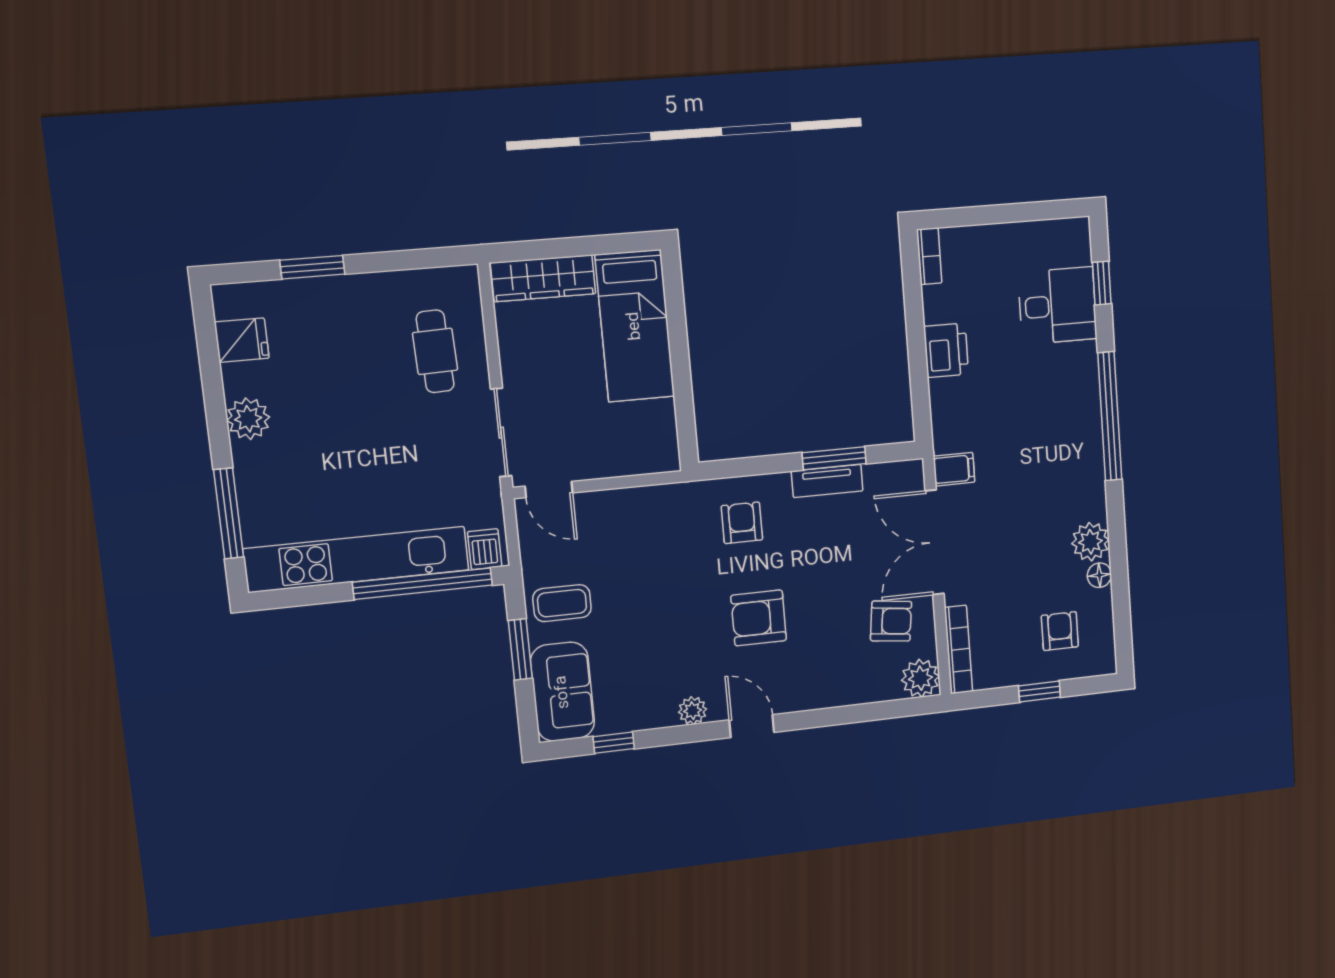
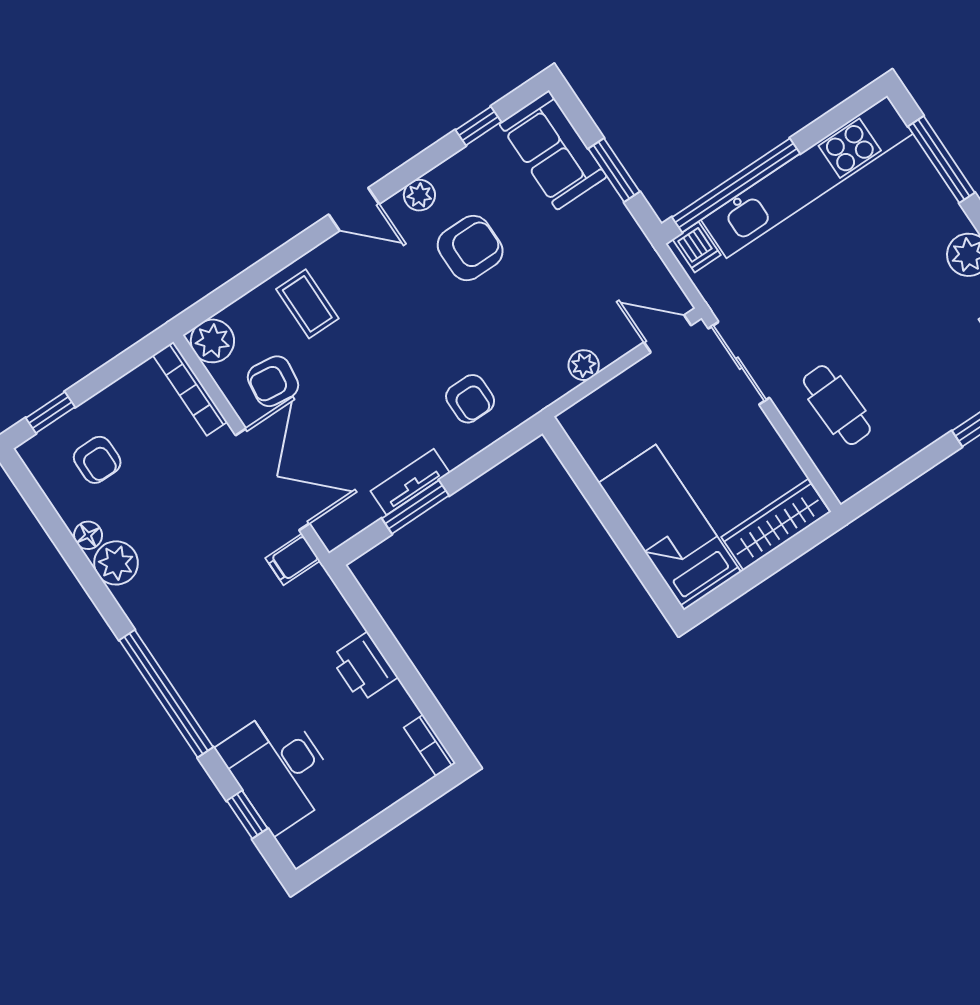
desk: (1057, 306) -> (279, 769), width x1.37
plant: (633, 501) -> (584, 365), added
coffee table: (562, 603) -> (307, 304), moved, turned 90
armchair: (759, 618) -> (470, 248), moved
window: (1039, 691) -> (50, 412), moved

